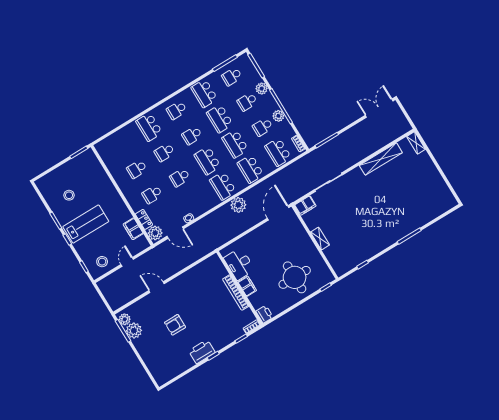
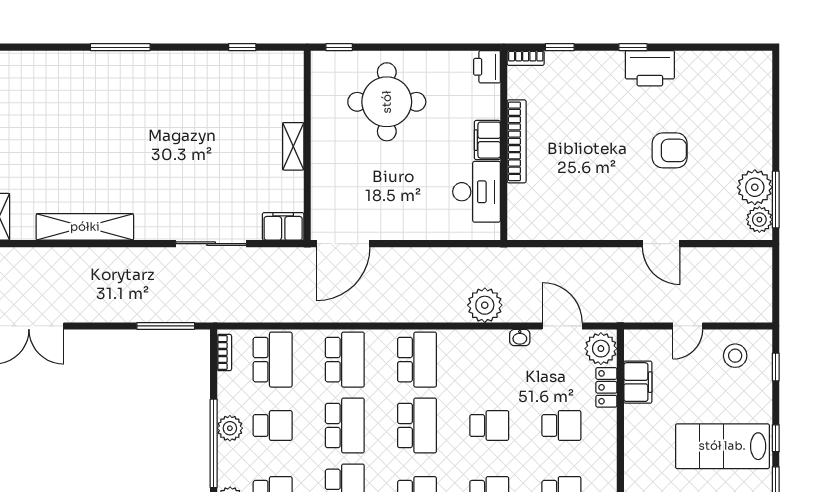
plant: (238, 205) -> (485, 305), moved

